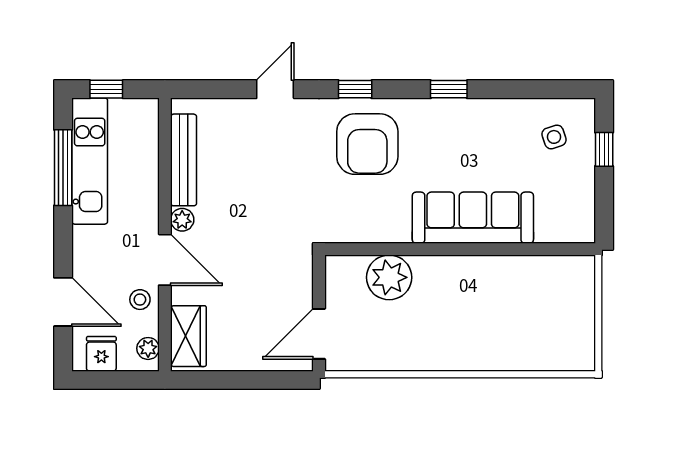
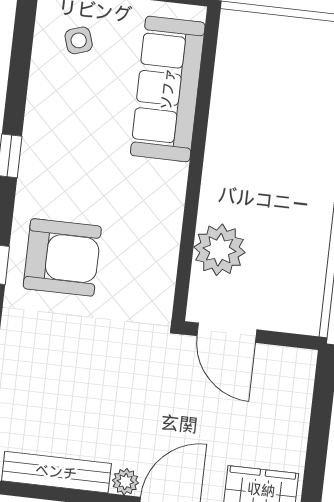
sofa: (473, 218) -> (168, 89), moved
door: (319, 334) -> (227, 333), moved

